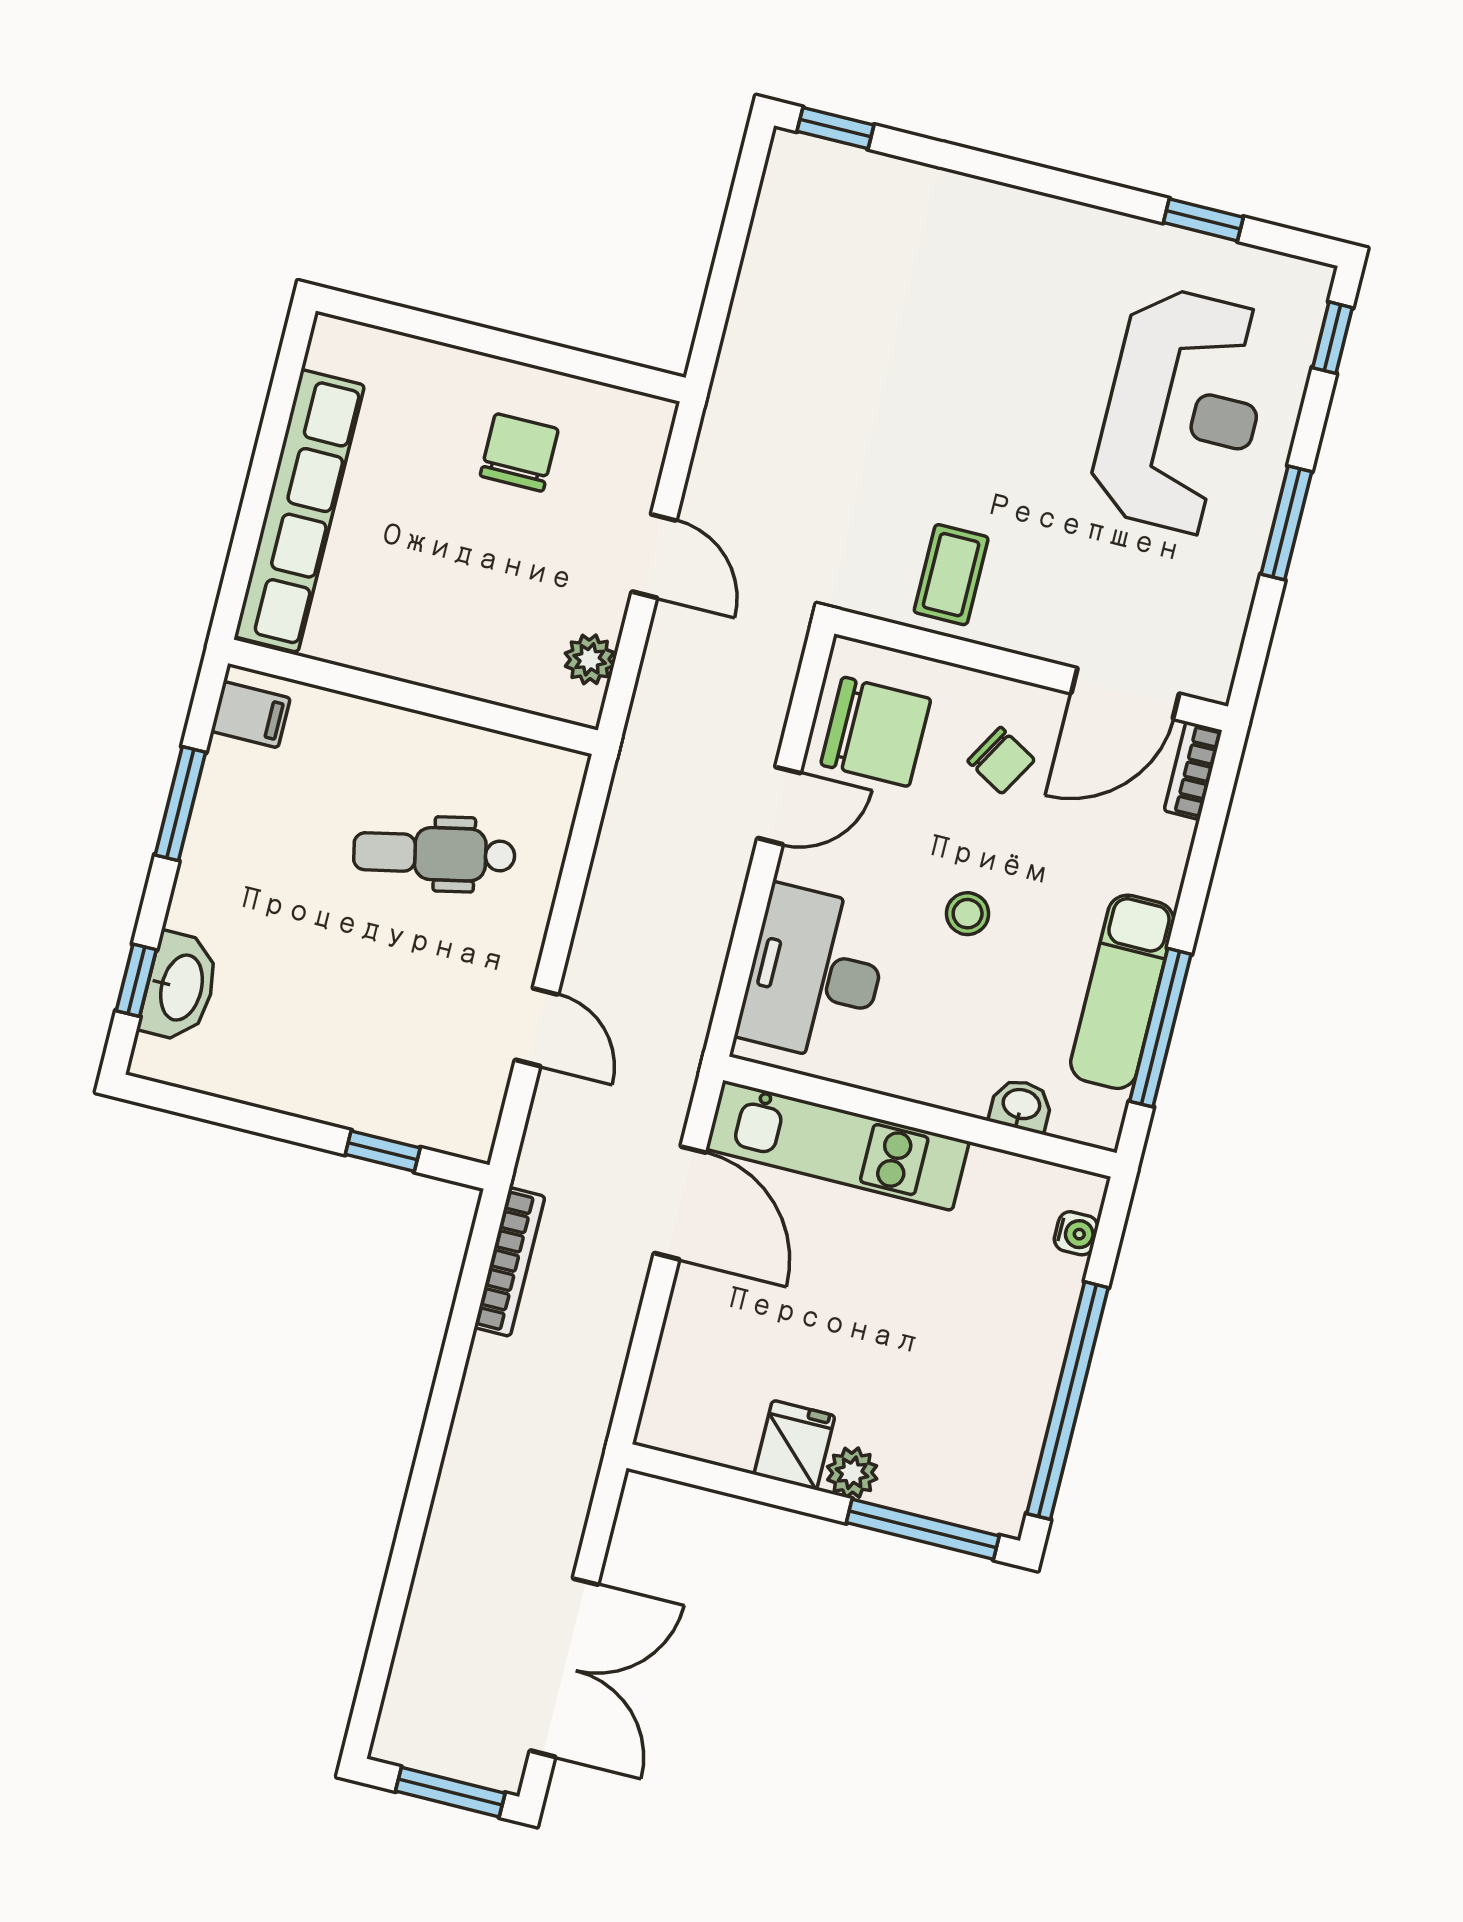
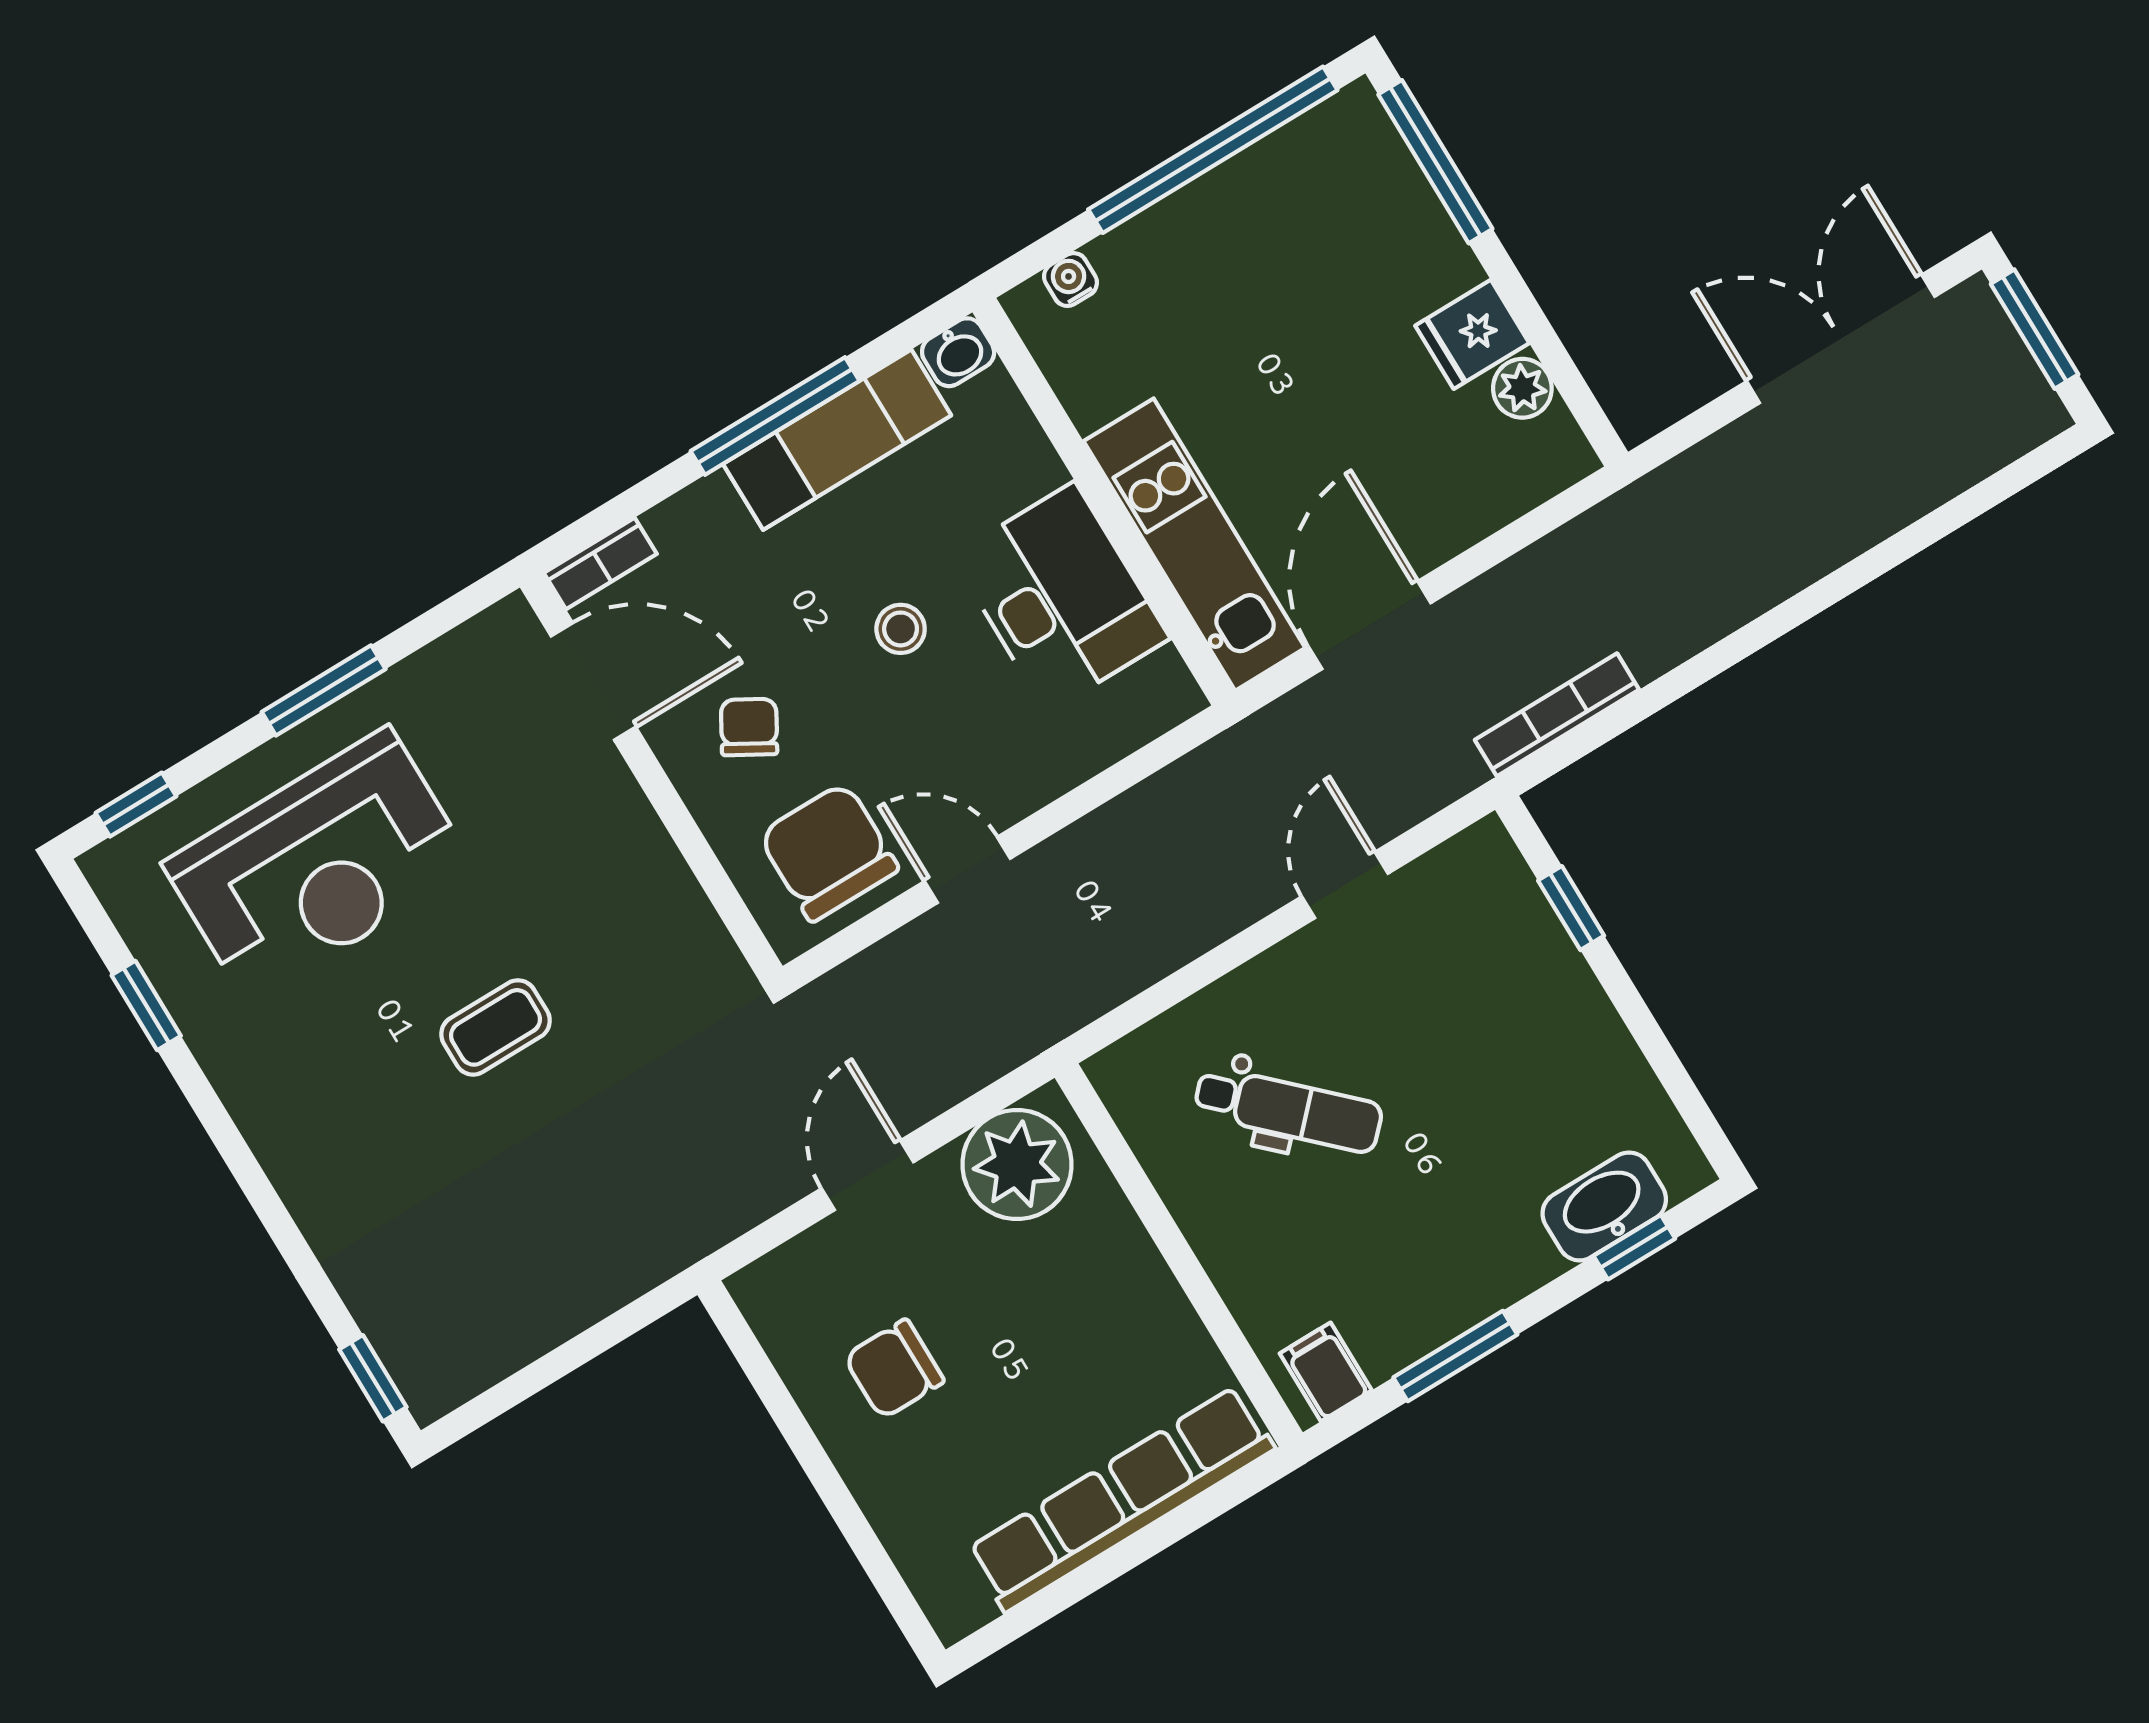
reception desk: (1183, 412) -> (318, 865), turned 180
coffee table: (951, 575) -> (496, 1027), moved
plant: (590, 659) -> (1017, 1164), width x1.87, depth x1.87
dental chair: (434, 854) -> (1288, 1110), turned -34
desk: (814, 974) -> (1061, 597), moved, turned -90
window: (1160, 1028) -> (775, 416), moved
washbasin: (1021, 1105) -> (958, 352), moved, turned -90
plant: (852, 1473) -> (1522, 388), moved

